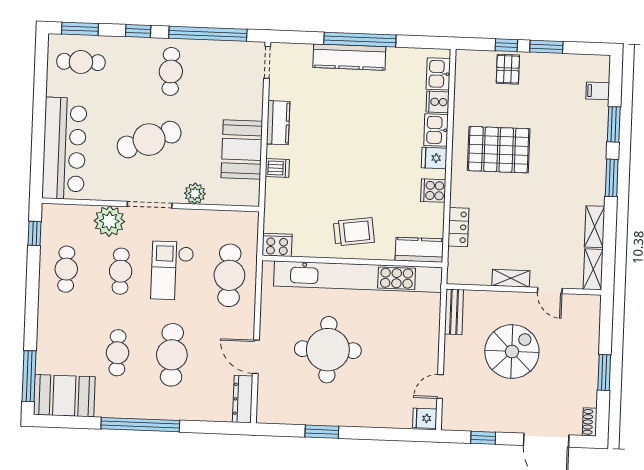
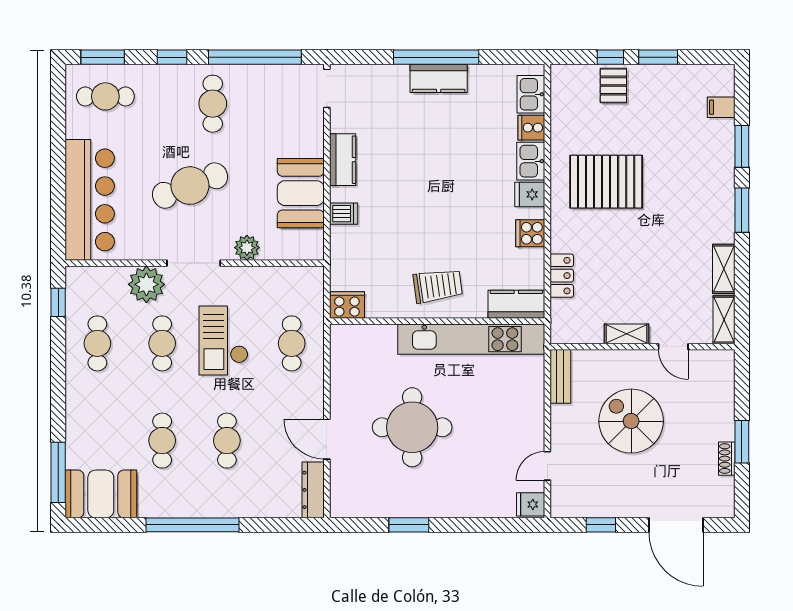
kitchen counter: (349, 57) -> (439, 78), width x0.67
cafe table: (229, 275) -> (292, 343), width x0.73, depth x0.74
kitchen unit: (358, 277) -> (471, 339), width x0.73
spiral stairs: (512, 352) -> (631, 421), turned -90
cafe table: (172, 355) -> (227, 441), width x0.73, depth x0.74
shoe rack: (590, 422) -> (727, 459), moved

